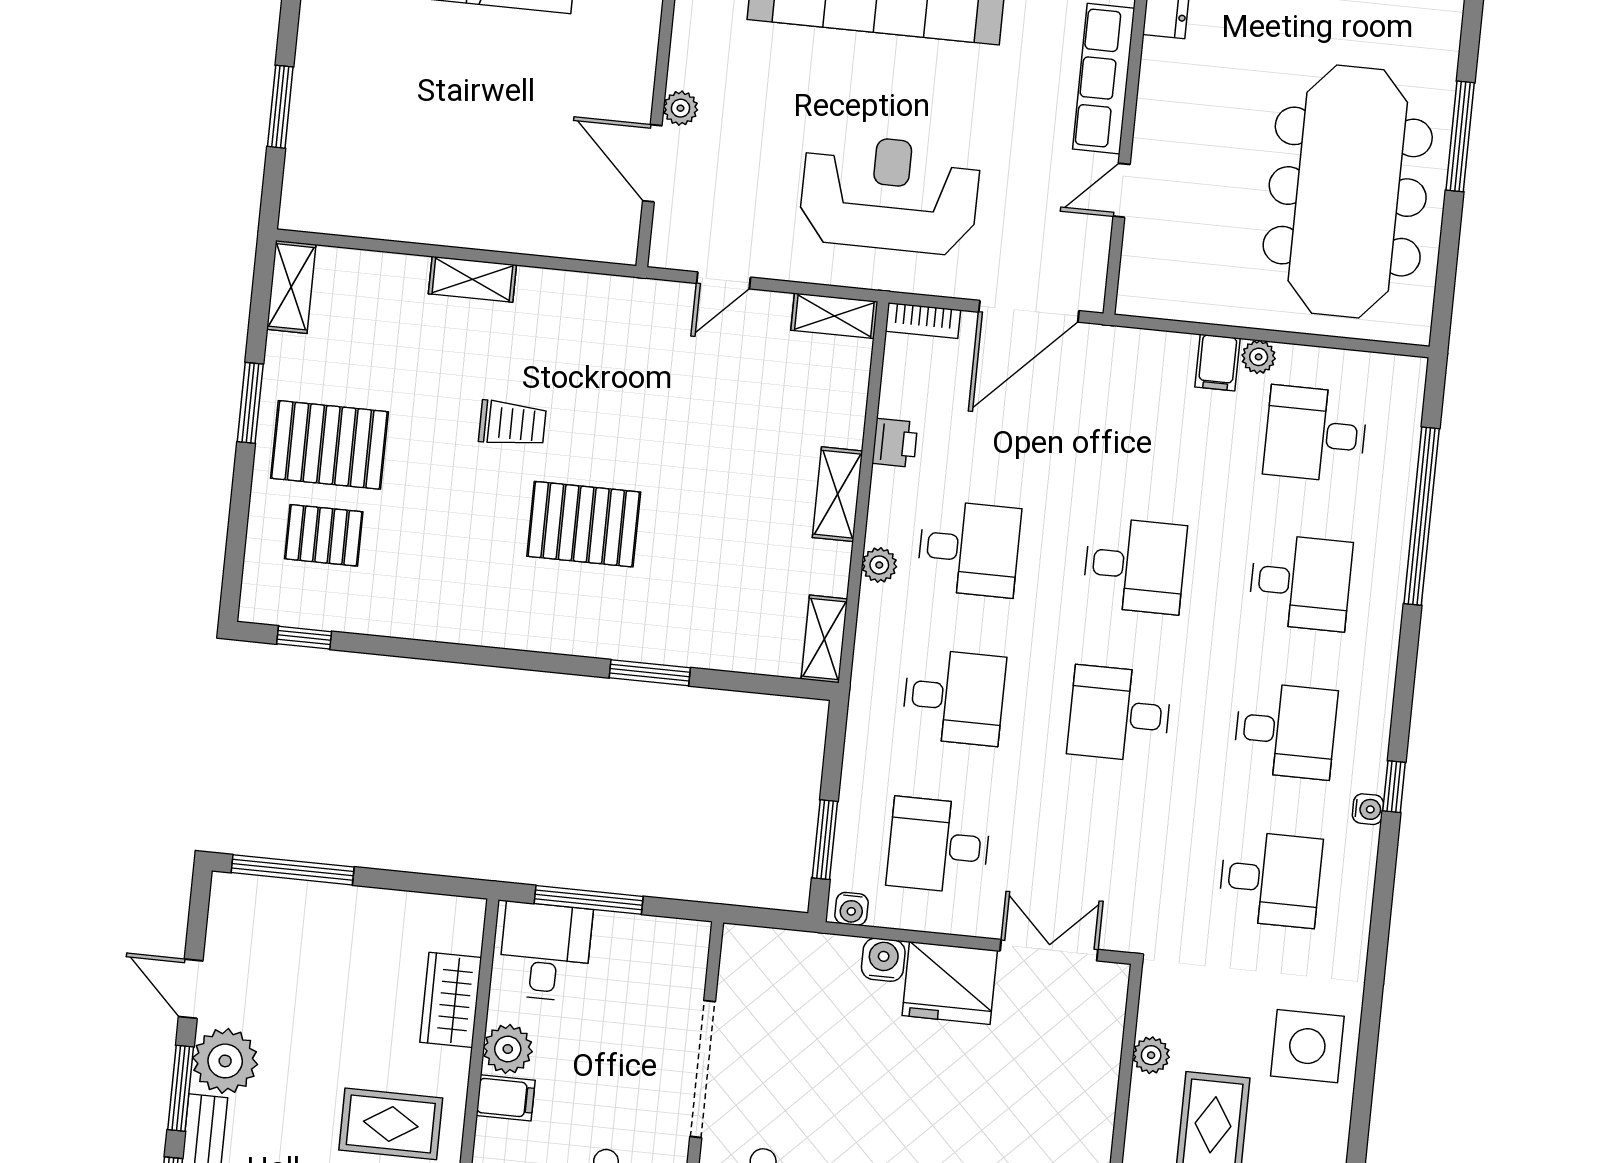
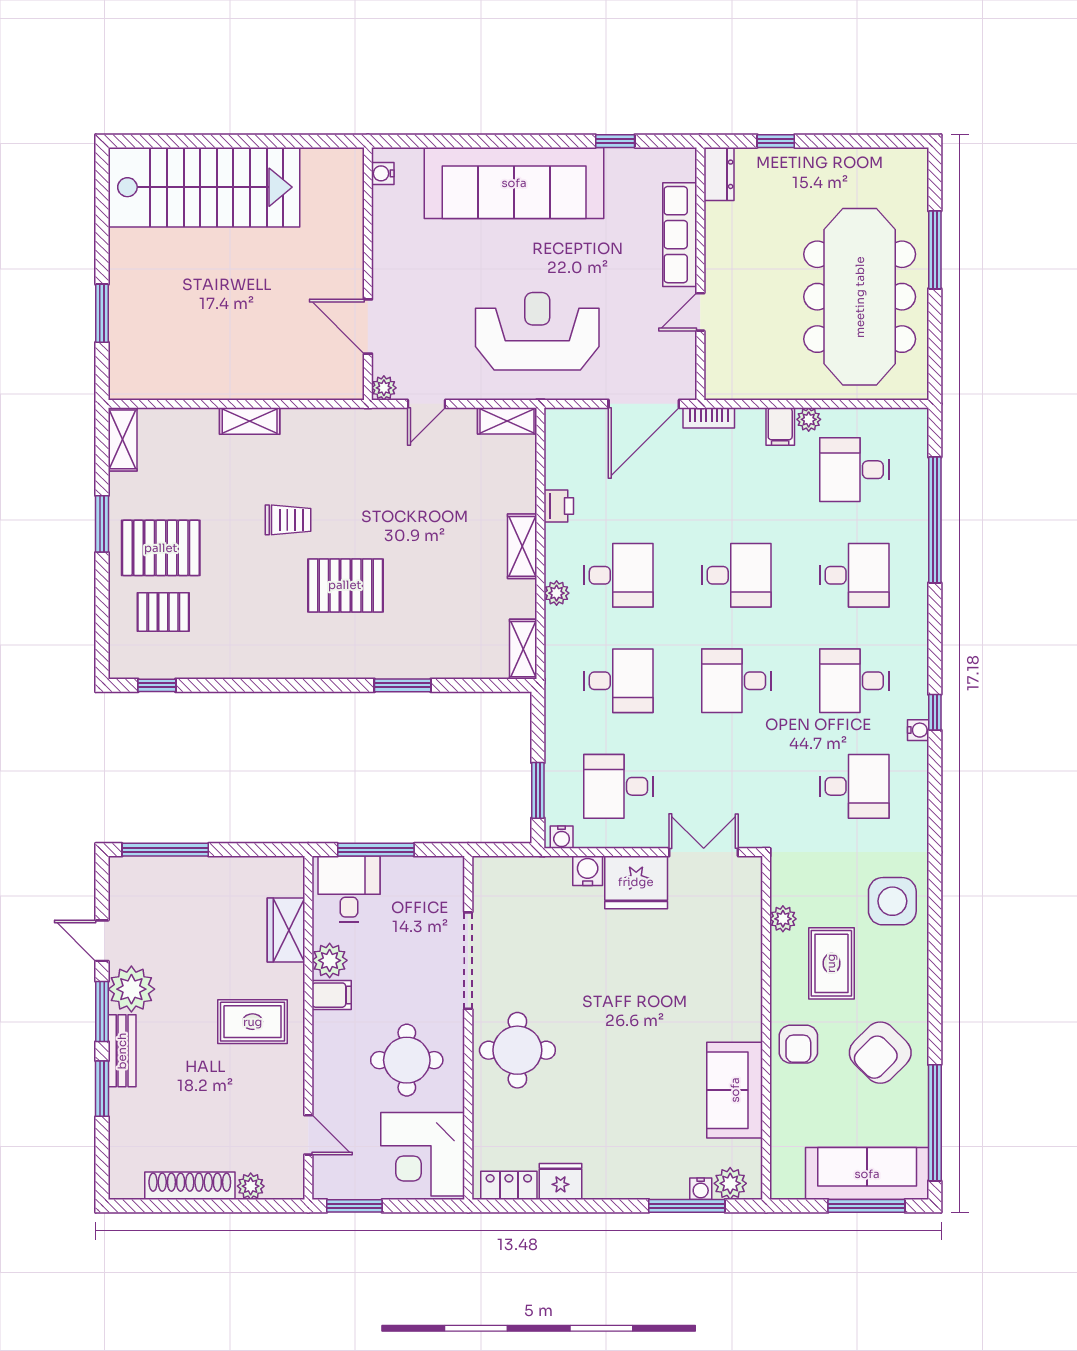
plant: (681, 108) -> (384, 388), moved
bookcase: (923, 321) -> (709, 418), moved
desk: (1285, 731) -> (854, 681), turned 180

